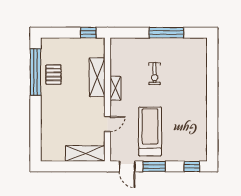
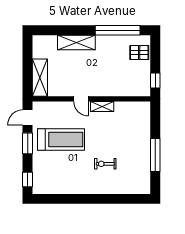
exercise bike: (155, 74) -> (105, 164), moved
pallet: (53, 75) -> (139, 53), moved
shelving: (97, 77) -> (76, 42), moved
door: (107, 124) -> (81, 99), moved

